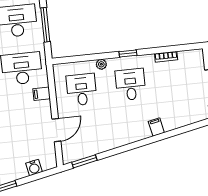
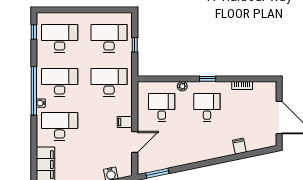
window: (45, 25) -> (135, 45), width x0.46
filing cabinet: (42, 94) -> (125, 122), moved
filing cabinet: (156, 127) -> (239, 146), moved

